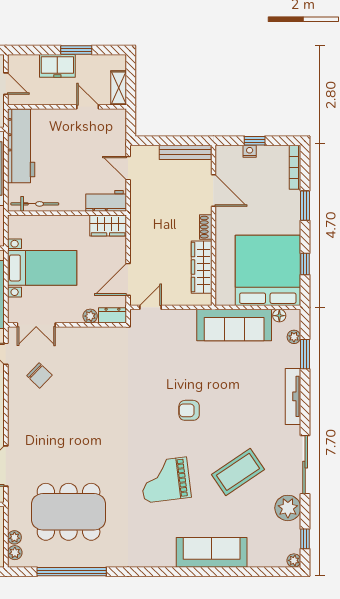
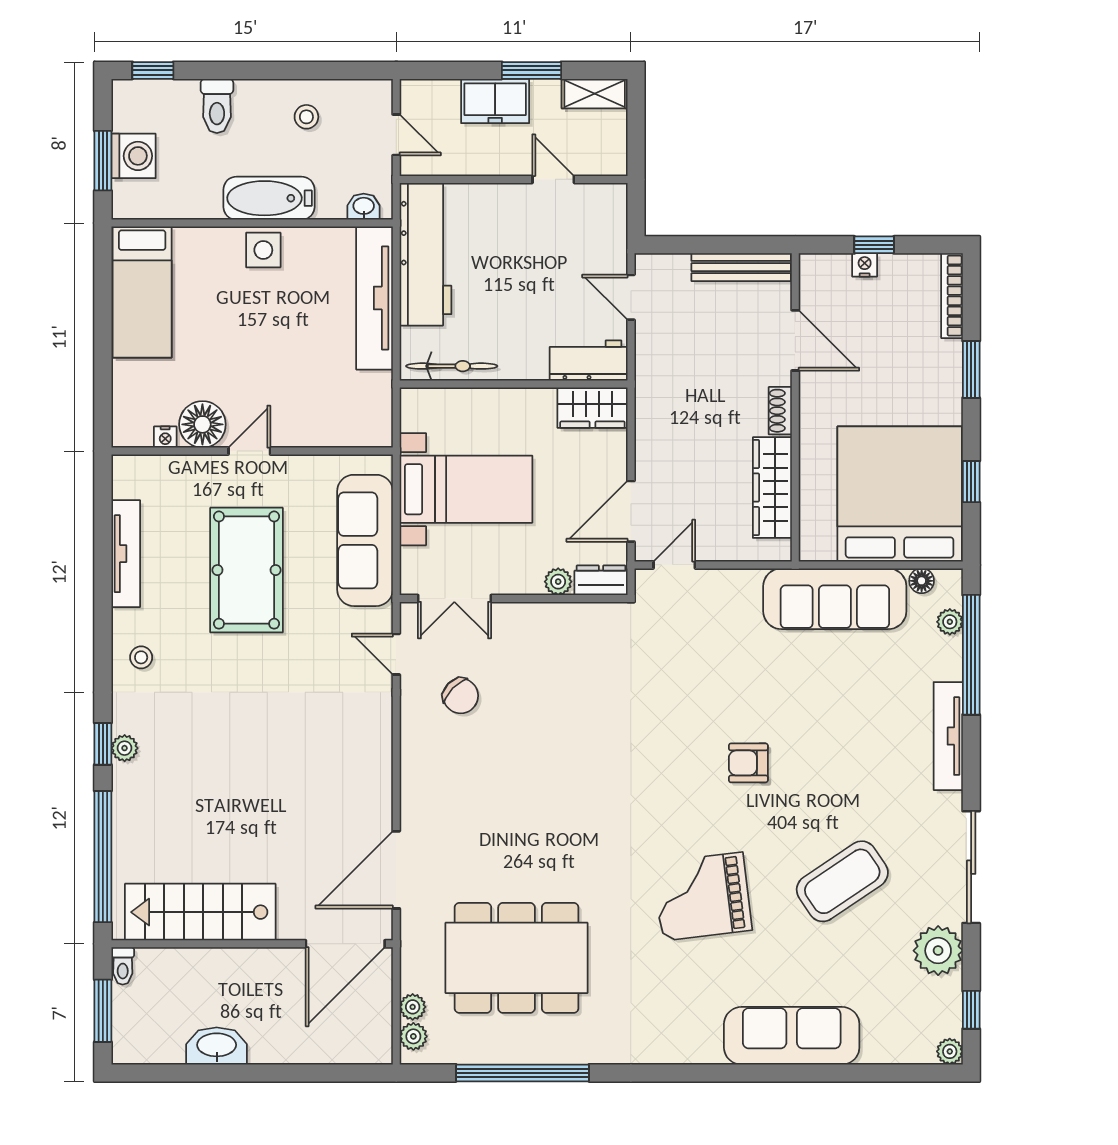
shelving: (119, 88) -> (595, 94), moved, turned 90
window: (305, 354) -> (971, 655), width x2.11

